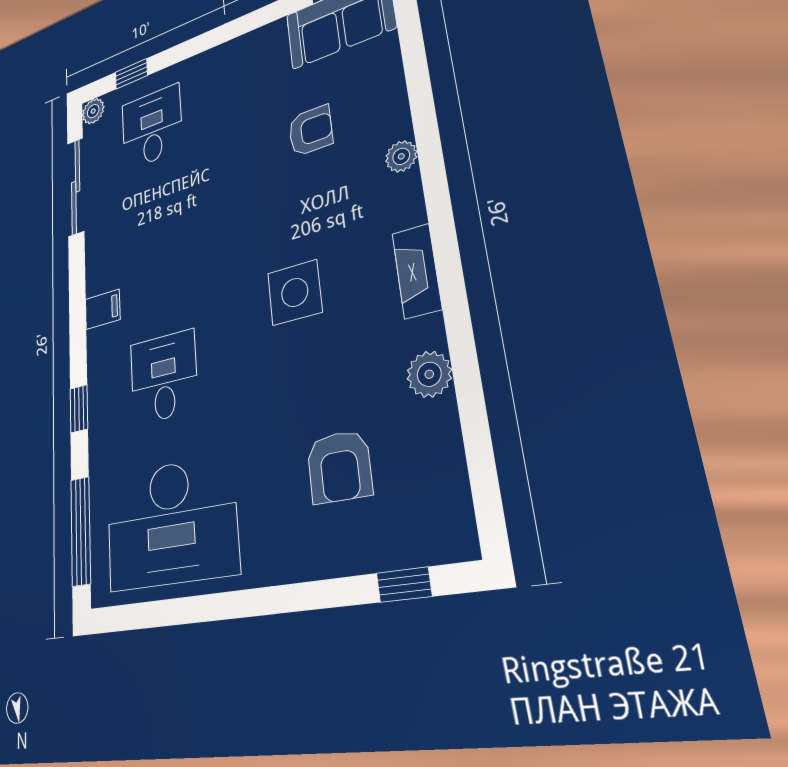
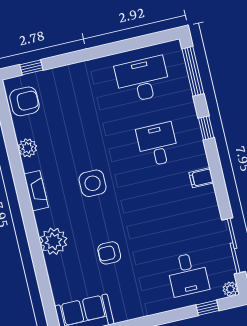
armchair: (311, 131) -> (109, 253), moved
plant: (401, 156) -> (54, 241), width x1.87, depth x1.87
desk: (164, 377) -> (158, 144), turned 180
armchair: (339, 467) -> (24, 101), moved, turned 90
desk: (171, 523) -> (142, 80), width x0.73, depth x0.77

